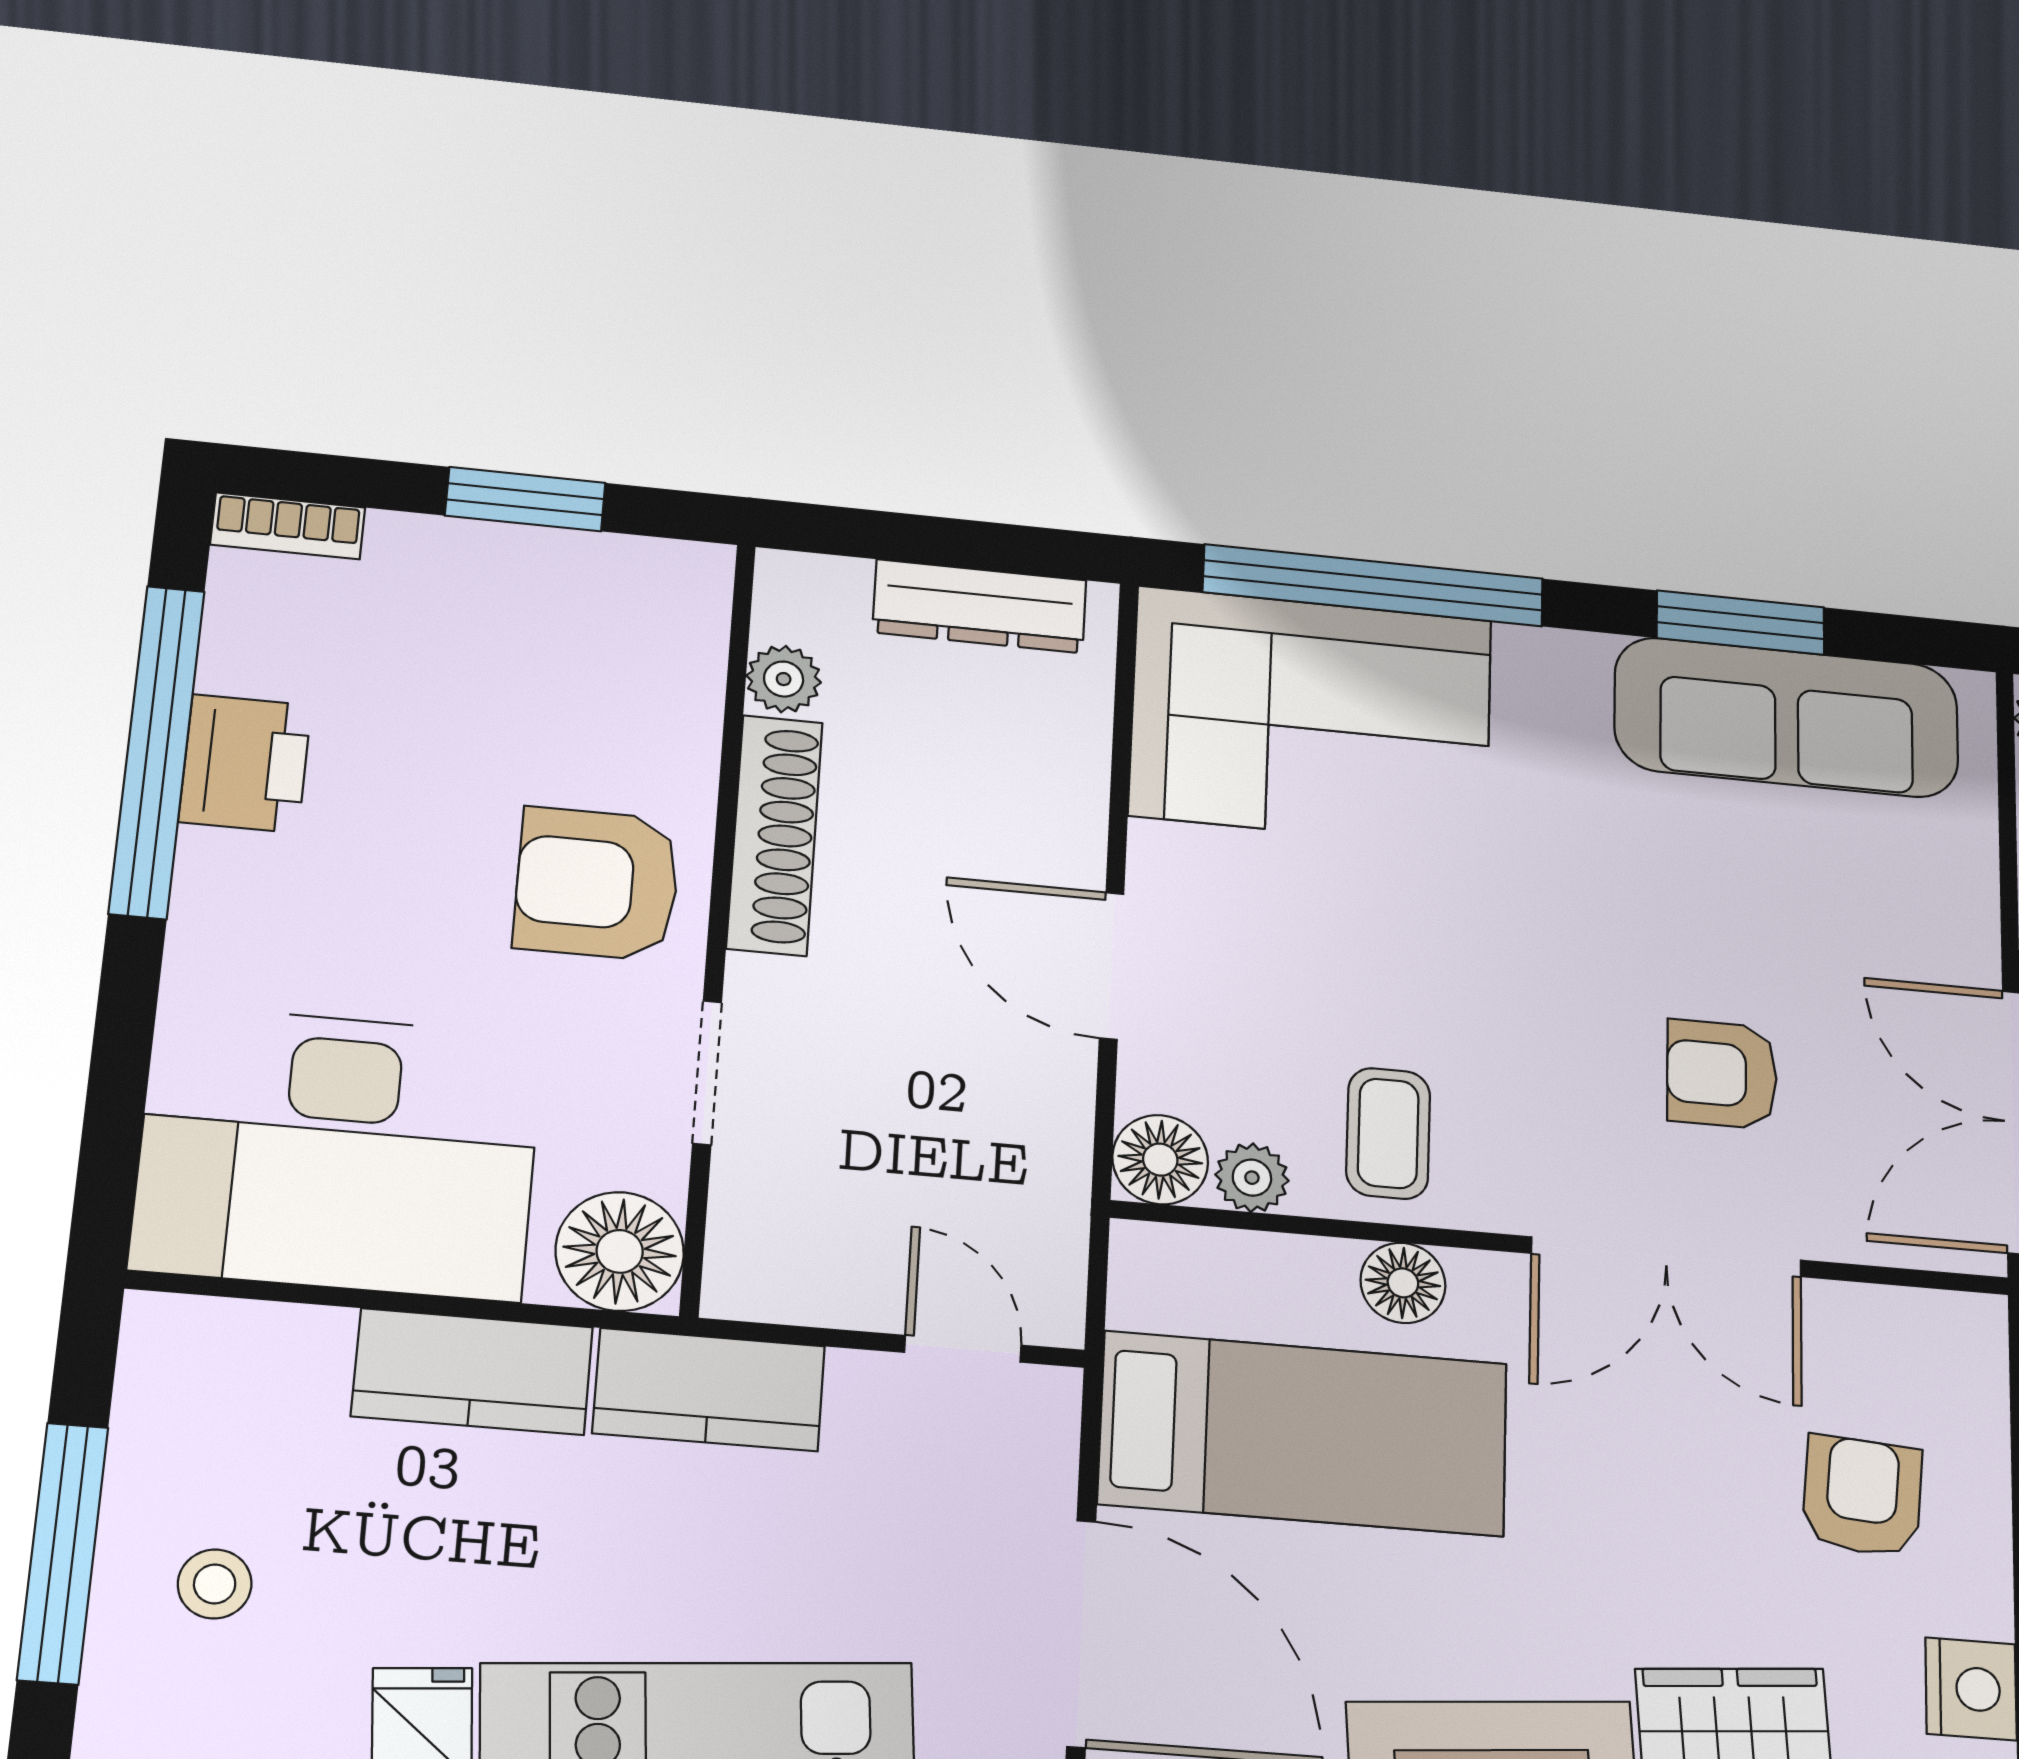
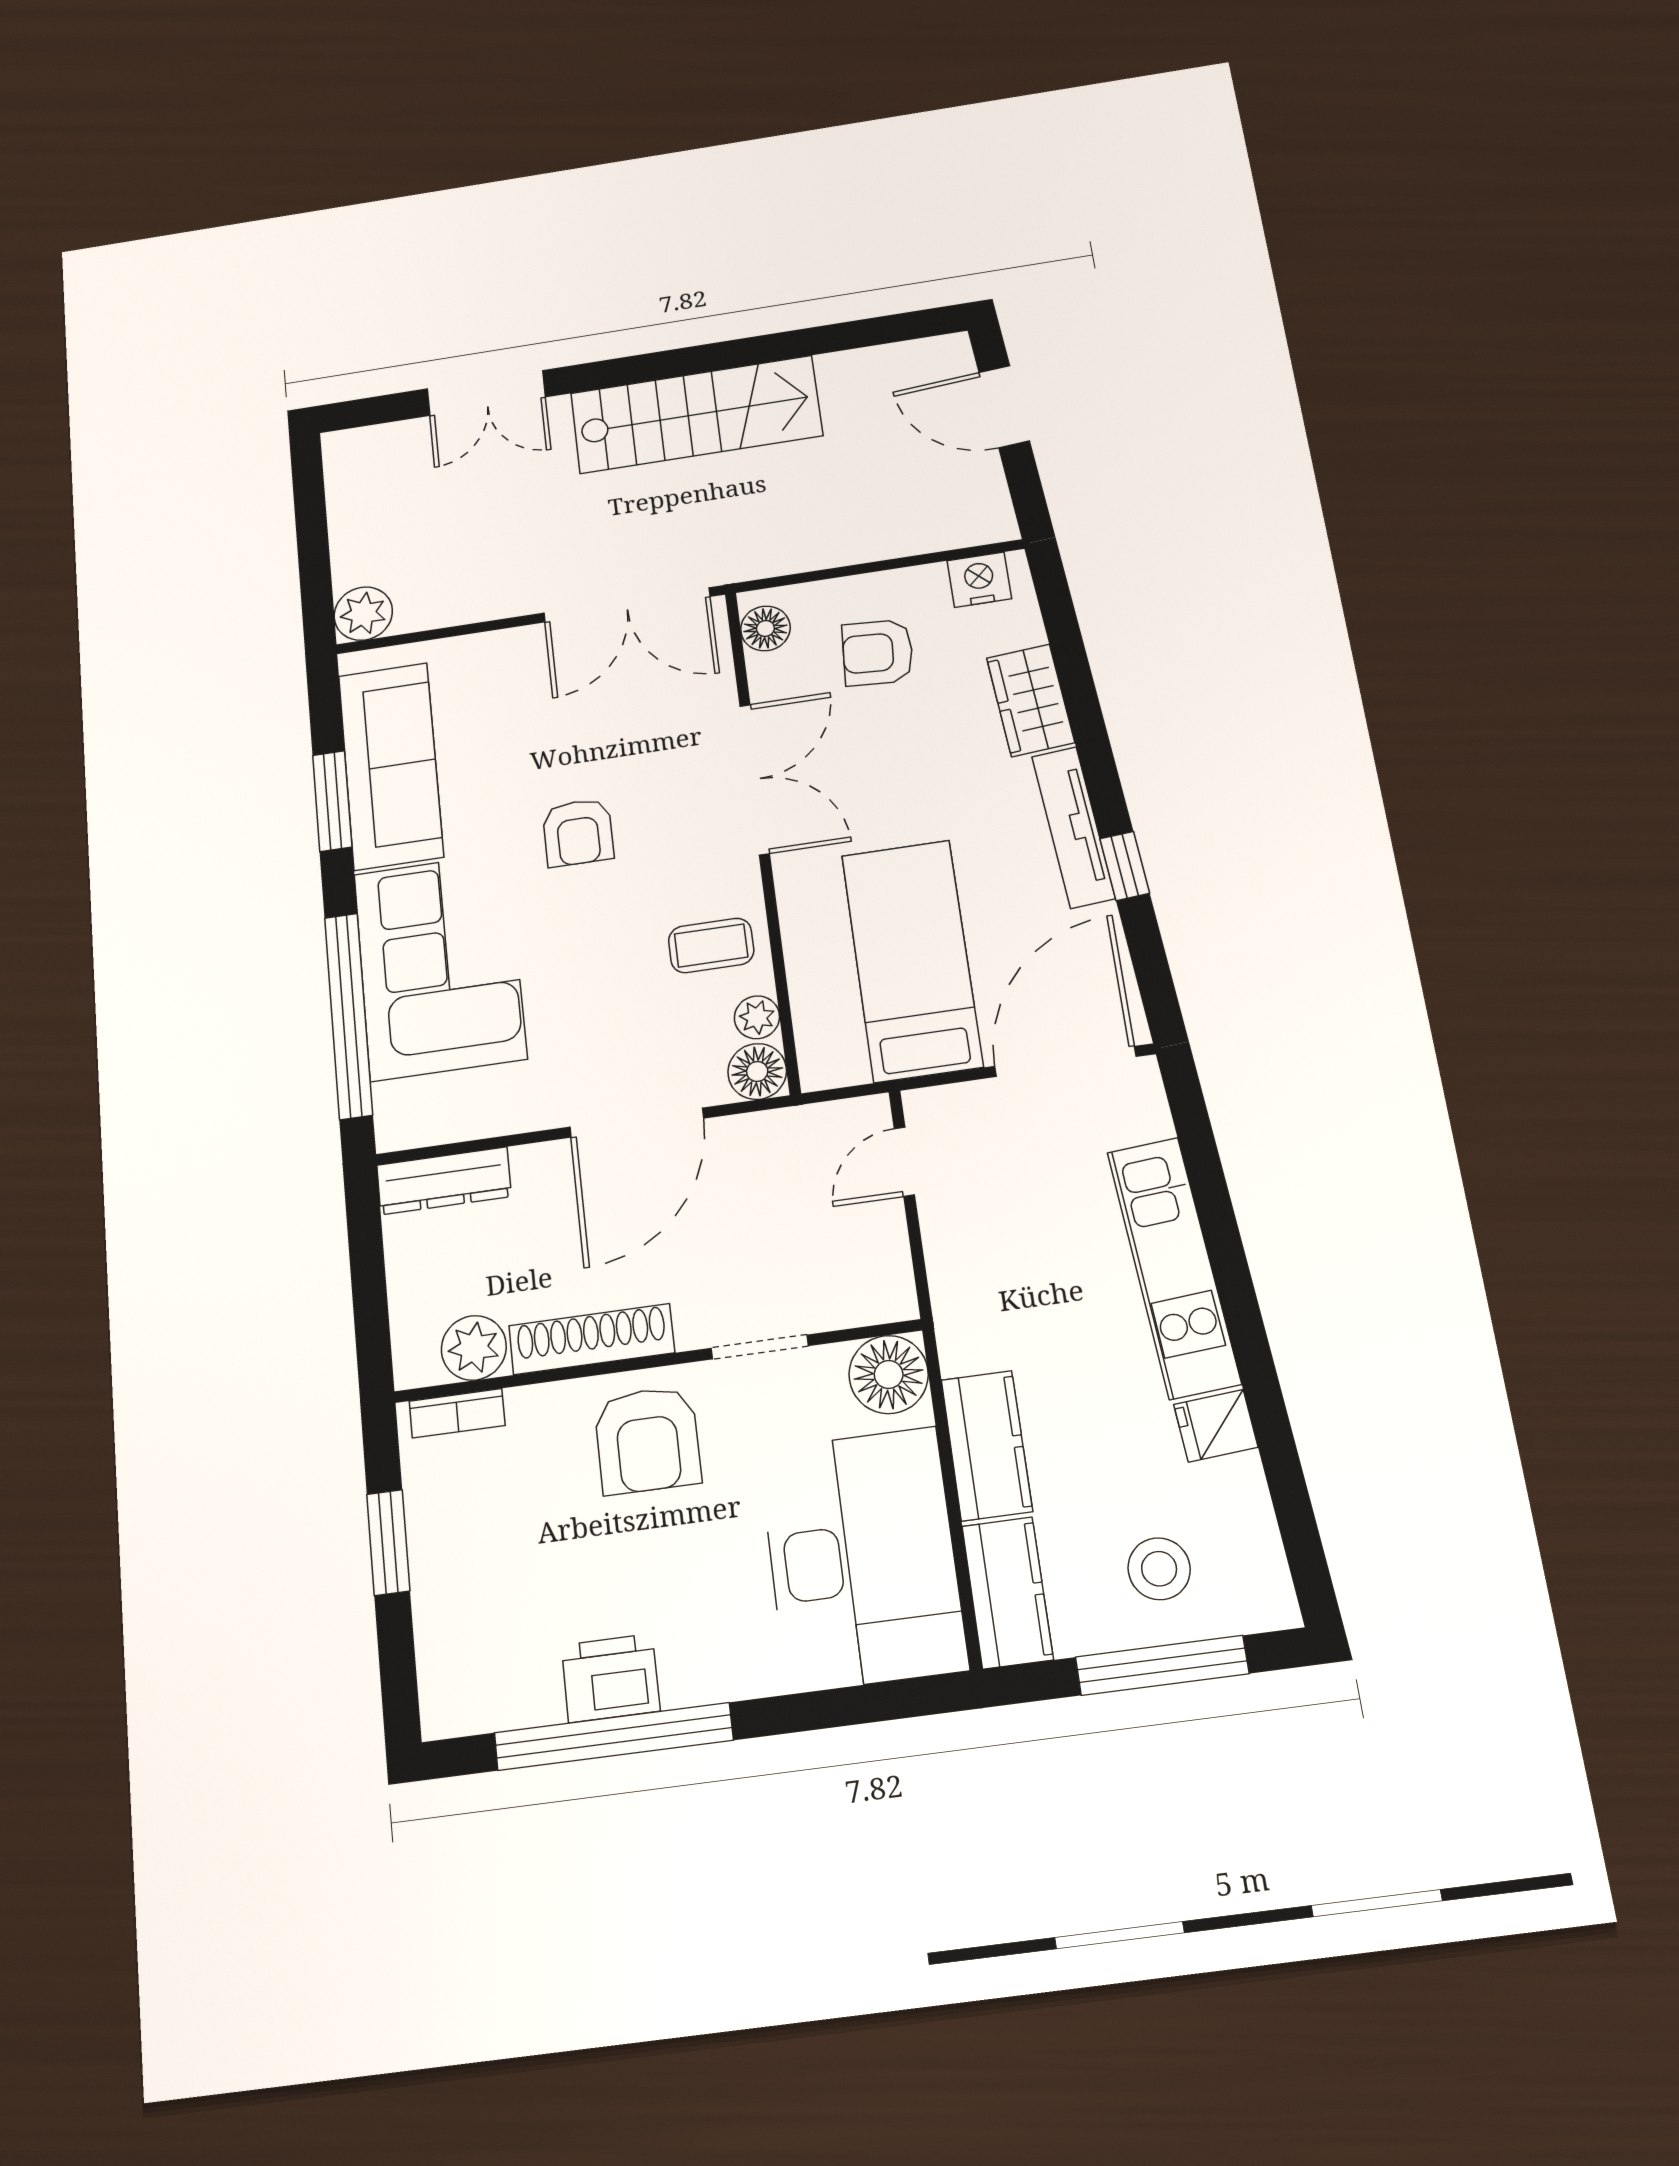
bookcase: (288, 526) -> (457, 1413), moved, turned 90
dresser: (980, 606) -> (444, 1181), moved, turned 90
plant: (784, 679) -> (474, 1348), width x1.38, depth x1.38
corner sofa: (1312, 717) -> (440, 966), moved
door: (1112, 966) -> (637, 1123), width x1.36
armchair: (1722, 1074) -> (578, 832), moved
floor lamp: (1403, 1283) -> (765, 628), moved
kitchen counter: (709, 1390) -> (1007, 1593), moved
stool: (215, 1584) -> (1159, 1569), width x1.37, depth x1.37

